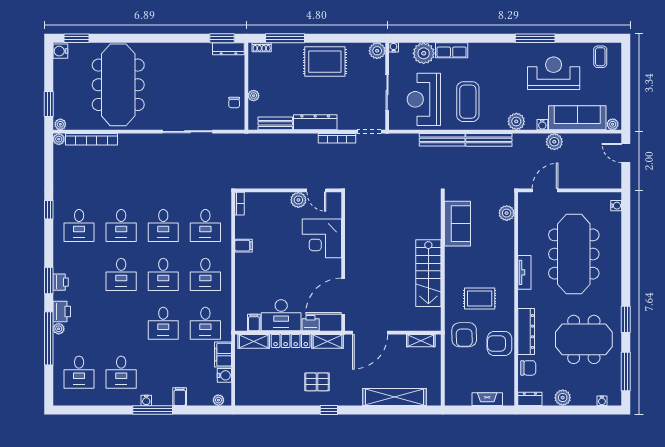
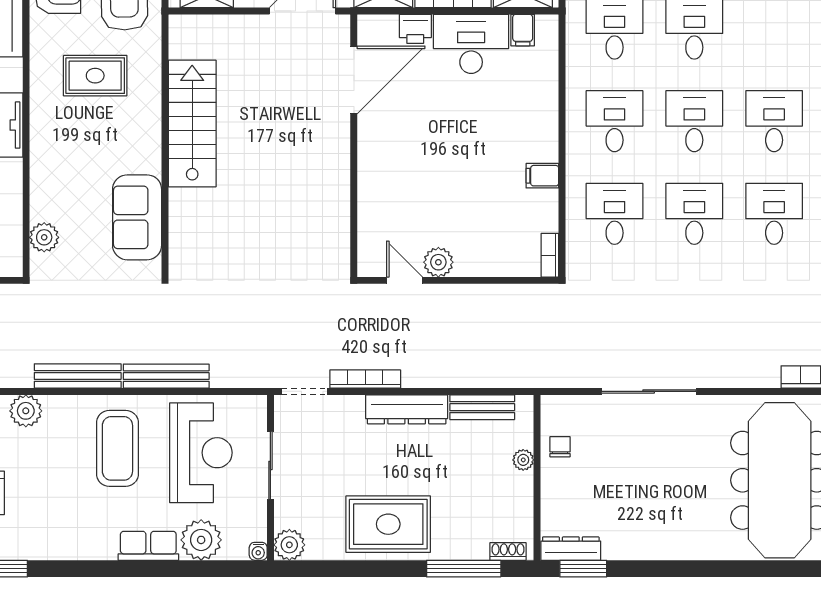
corner desk: (322, 238) -> (394, 190), removed

